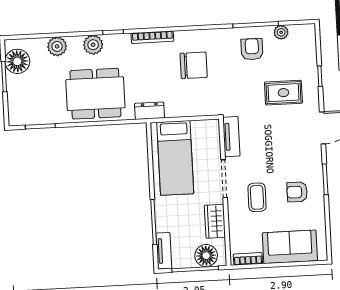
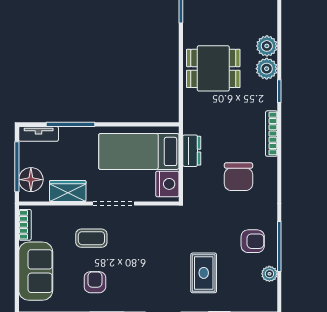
plant: (57, 46) -> (267, 46), moved
dining table: (95, 94) -> (213, 68), width x0.73
dresser: (150, 111) -> (192, 151), moved
nightstand: (204, 130) -> (167, 184), added
tv unit: (231, 137) -> (159, 214), removed

